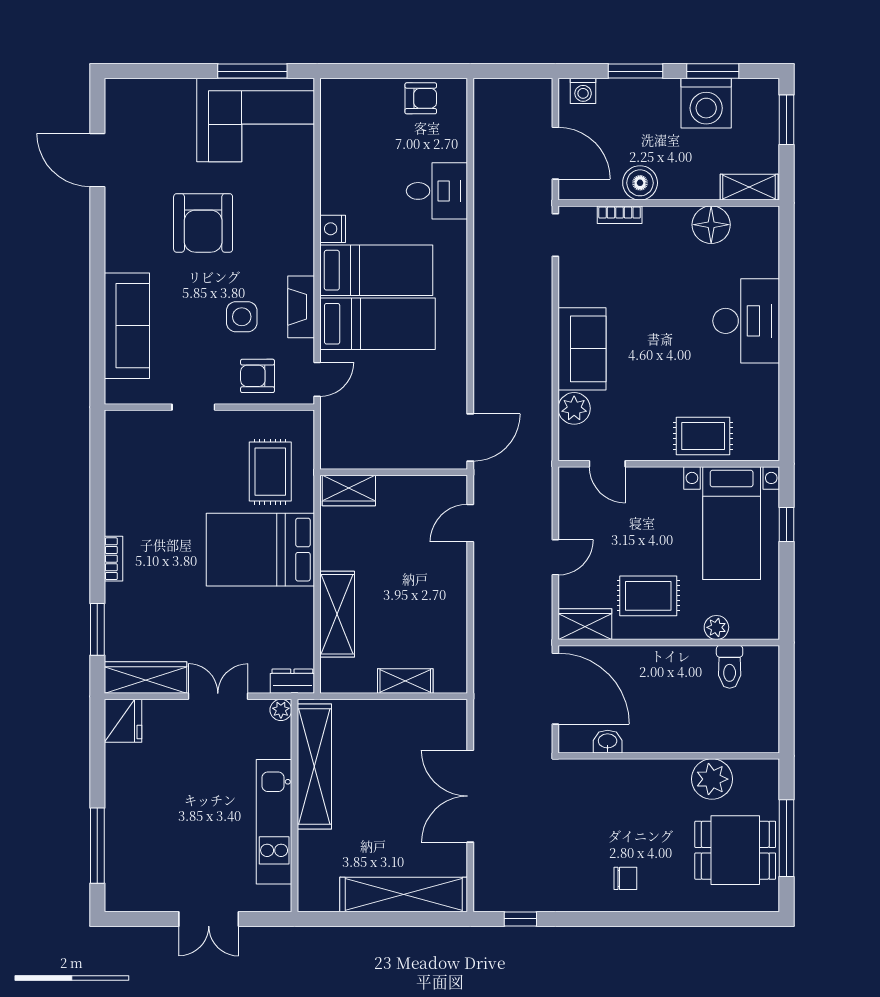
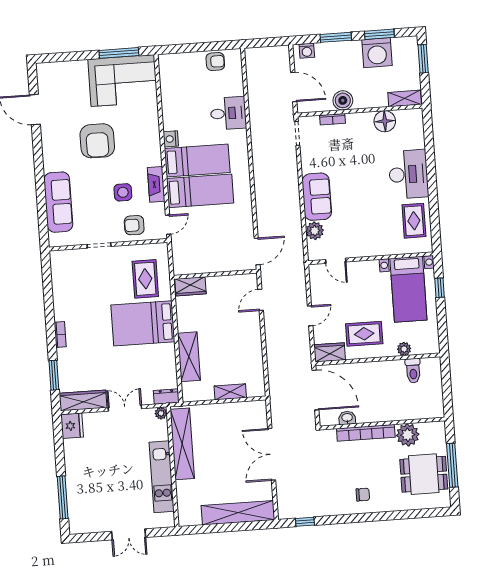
rug: (703, 436) -> (414, 221), moved, turned 90
bookcase: (639, 770) -> (366, 433), added

